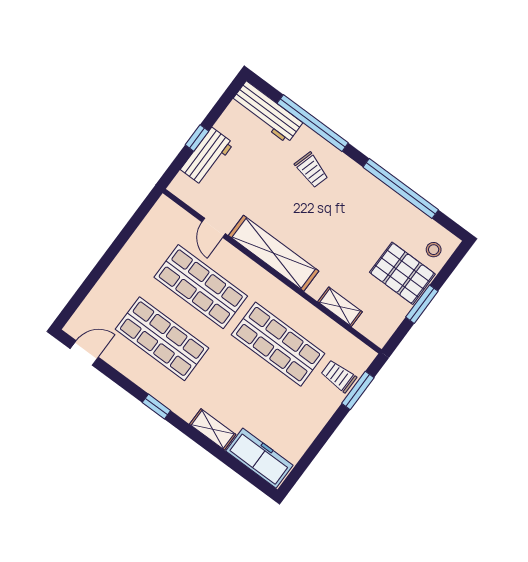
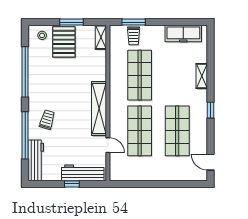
workbench: (207, 156) -> (83, 173), width x1.38
door: (214, 228) -> (108, 145), hinge flipped
shelving: (340, 307) -> (101, 37), moved
freezer: (259, 458) -> (183, 34), moved, turned -90

